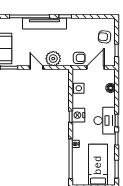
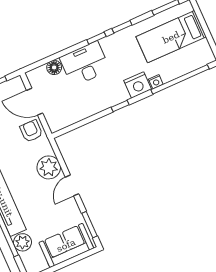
plant: (16, 24) -> (22, 242), added
side table: (79, 88) -> (75, 112), removed
nightstand: (78, 115) -> (138, 85), moved
desk: (105, 121) -> (85, 64), moved

